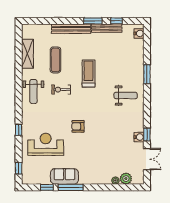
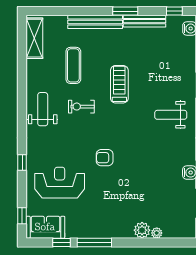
window: (117, 21) -> (174, 11), moved
shelving: (27, 54) -> (34, 38), moved
weight bench: (33, 91) -> (43, 109), turned 180
weight bench: (126, 96) -> (171, 115), turned 180
sofa: (64, 176) -> (45, 227), moved
plant: (126, 179) -> (142, 230), moved

